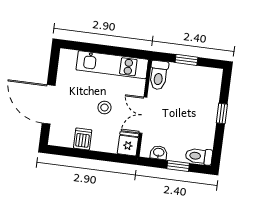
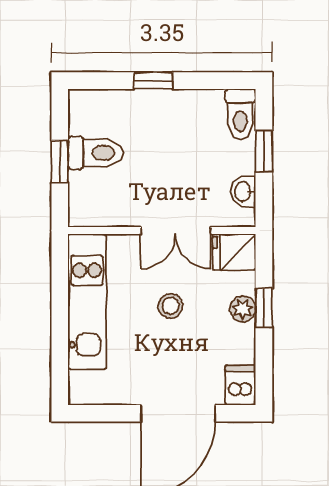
toilet: (159, 75) -> (96, 153), moved
dishwasher: (83, 139) -> (240, 385), moved, turned 90
plant: (98, 145) -> (243, 309), added
window: (97, 156) -> (264, 308), added

